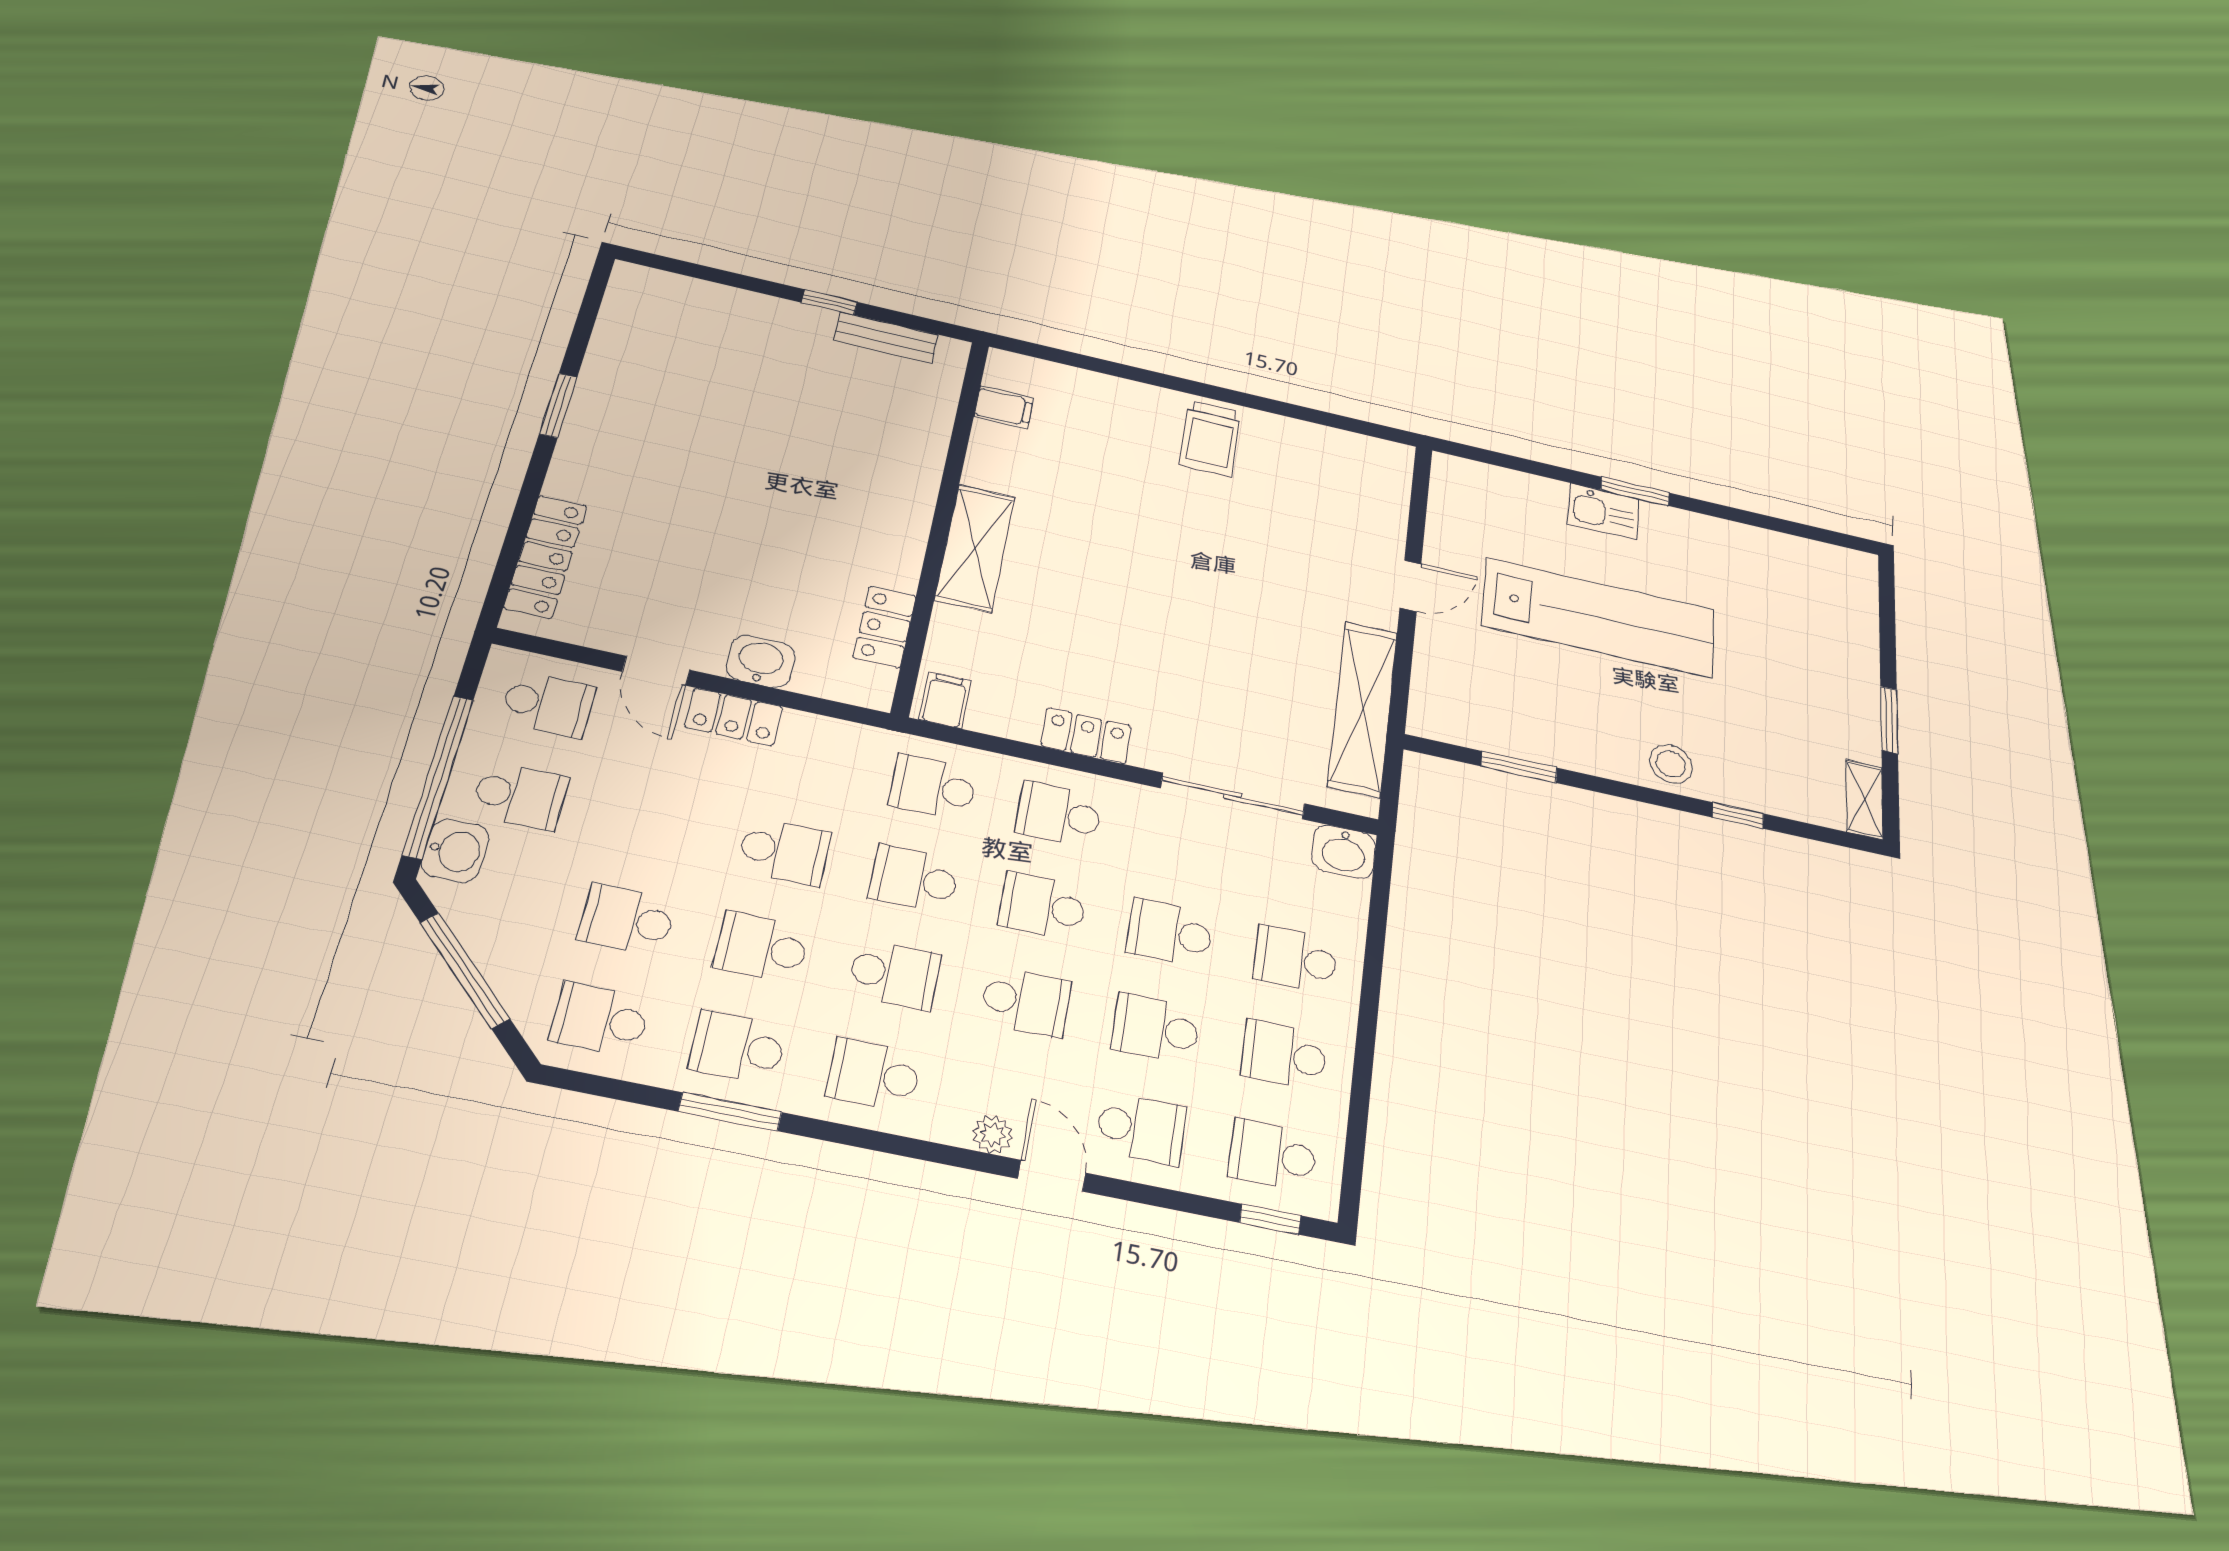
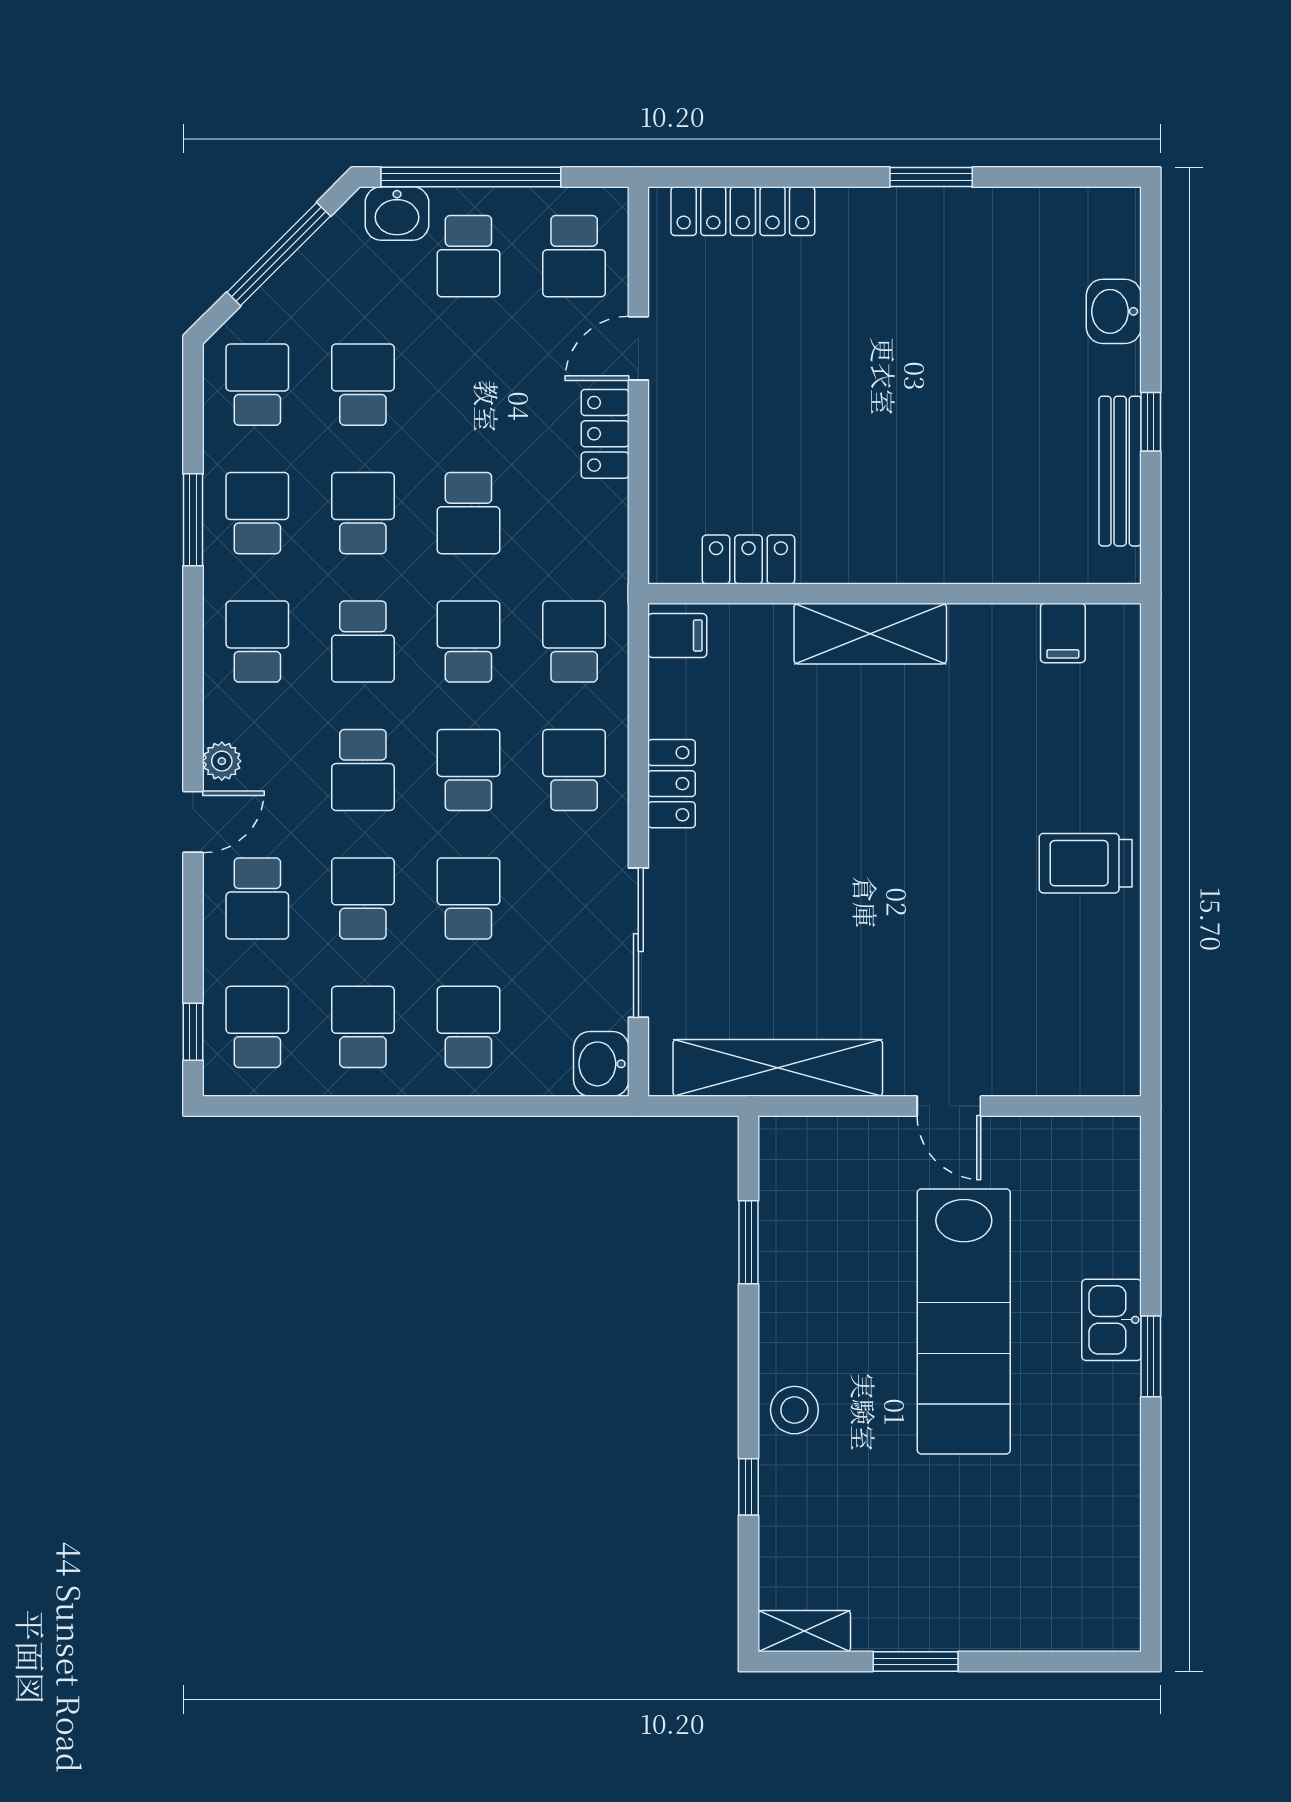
bench: (886, 338) -> (1120, 471), width x1.36
washbasin: (761, 661) -> (1114, 311), moved, turned 180

